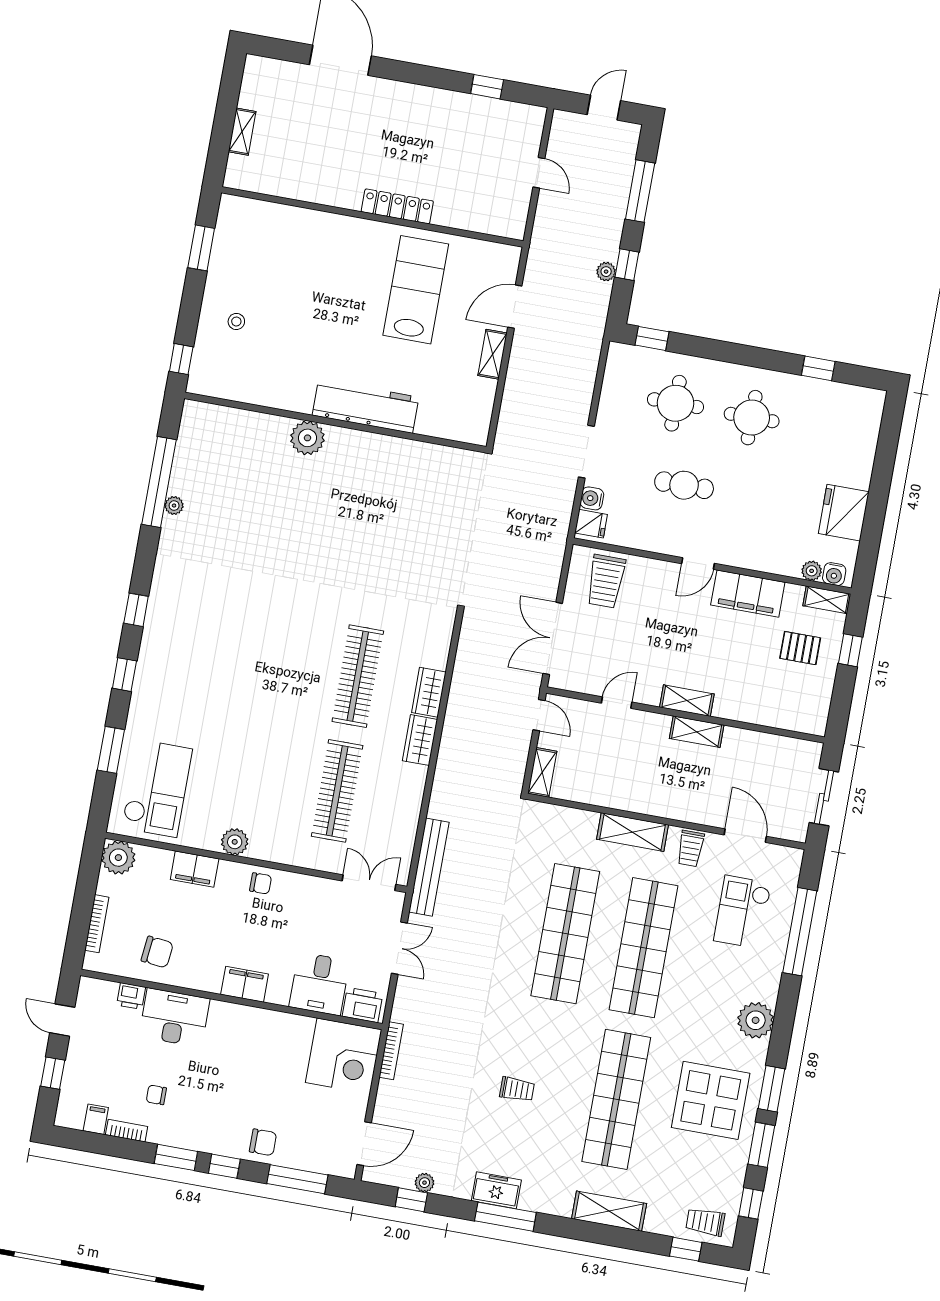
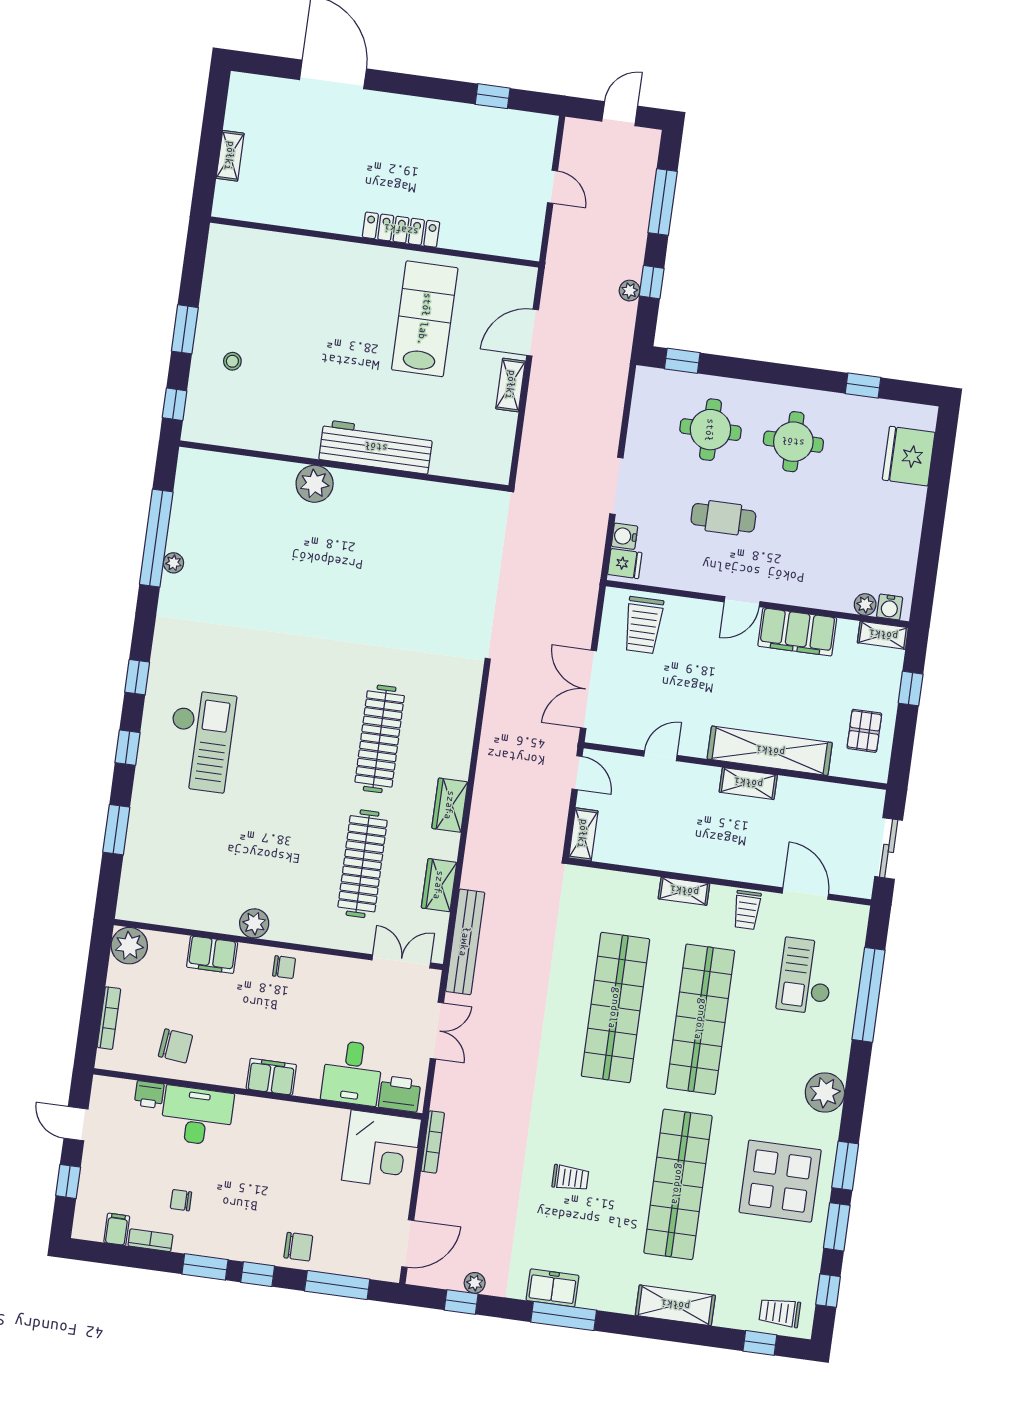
window: (201, 248) -> (185, 329), moved
fridge: (844, 513) -> (909, 456), moved
pallet: (800, 648) -> (864, 731), moved, turned 90
wardrobe: (429, 692) -> (439, 885), moved
shelving: (687, 701) -> (770, 751), width x2.20, depth x1.33
checkout: (157, 788) -> (200, 741), moved
shelving: (632, 832) -> (684, 891), width x0.67, depth x0.75

